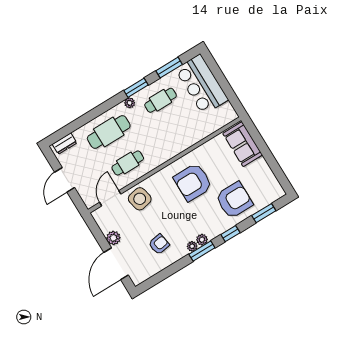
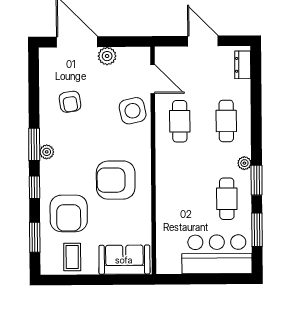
cafe table: (109, 132) -> (226, 121), width x0.73, depth x0.74
coffee table: (262, 180) -> (72, 257), added
armchair: (193, 182) -> (116, 180), turned -90
plant: (192, 246) -> (46, 137), removed

